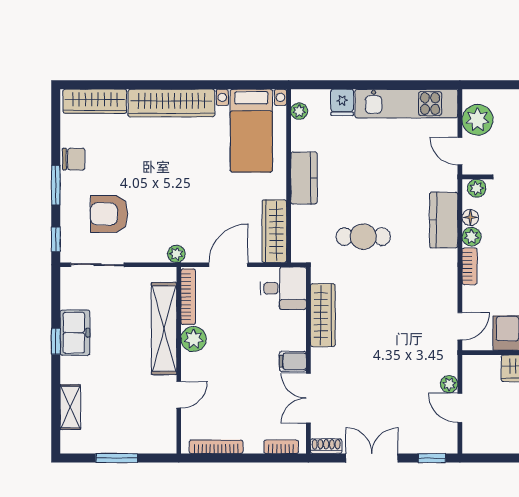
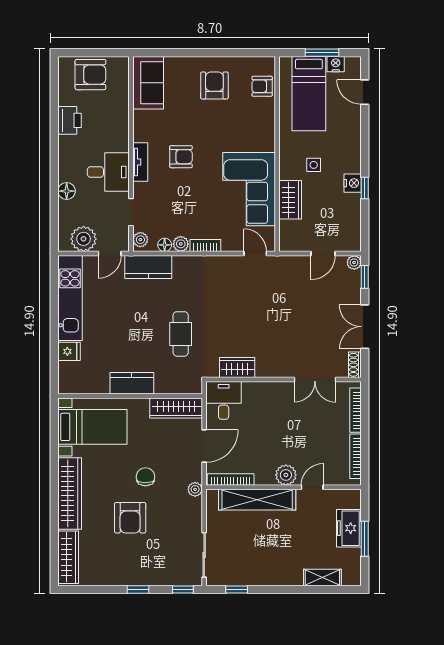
plant: (299, 111) -> (76, 387), removed
chair: (74, 159) -> (145, 477), moved
window: (56, 185) -> (138, 590), width x0.67
armchair: (109, 214) -> (130, 518), moved
kitchen counter: (444, 220) -> (148, 267), moved
door: (228, 265) -> (204, 446), swing flipped
wardrobe: (323, 315) -> (237, 368), width x0.67
freezer: (75, 333) -> (349, 528), moved, turned -90
plant: (194, 339) -> (286, 475), moved
window: (56, 341) -> (237, 590), moved
filing cabinet: (293, 361) -> (284, 392), removed
plant: (449, 384) -> (354, 262), moved
door: (179, 395) -> (312, 487), hinge flipped
bookcase: (281, 447) -> (355, 410), width x1.56

